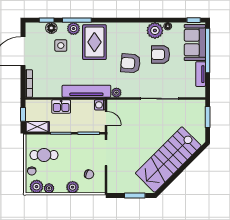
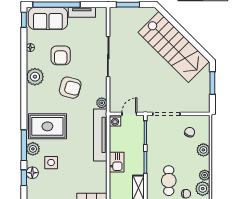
plant: (155, 30) -> (35, 77), moved
armchair: (131, 63) -> (70, 88), turned -79

